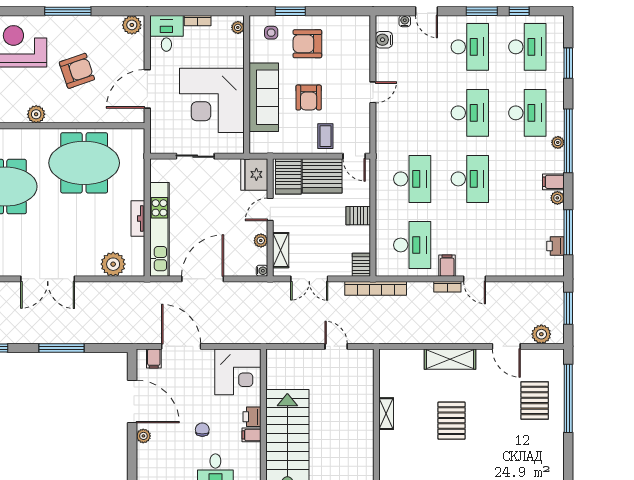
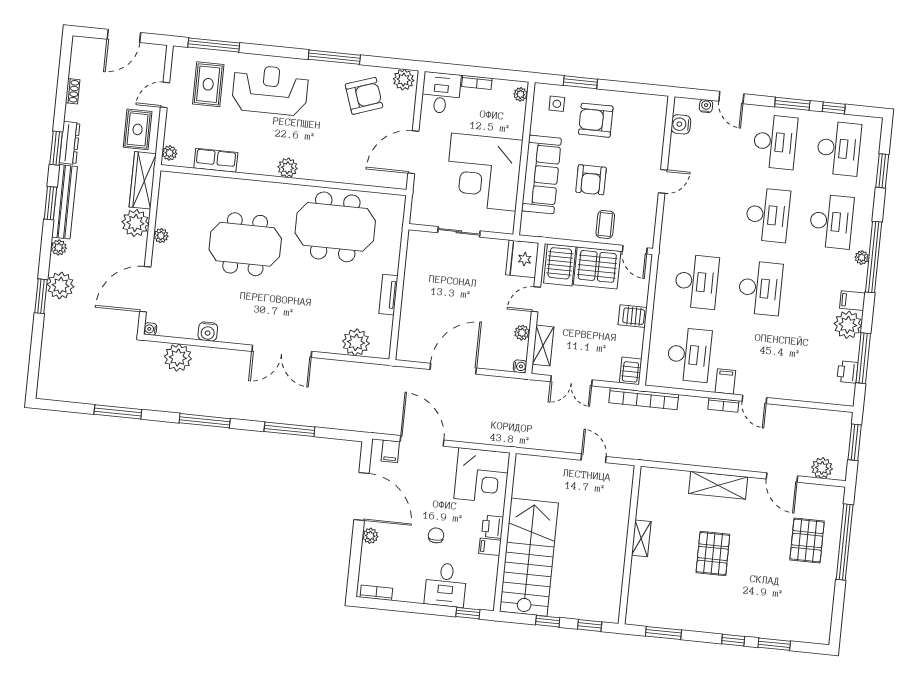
armchair: (77, 71) -> (364, 96), moved
plant: (557, 198) -> (848, 325), width x1.88, depth x1.88
kitchen unit: (160, 229) -> (411, 309), removed

